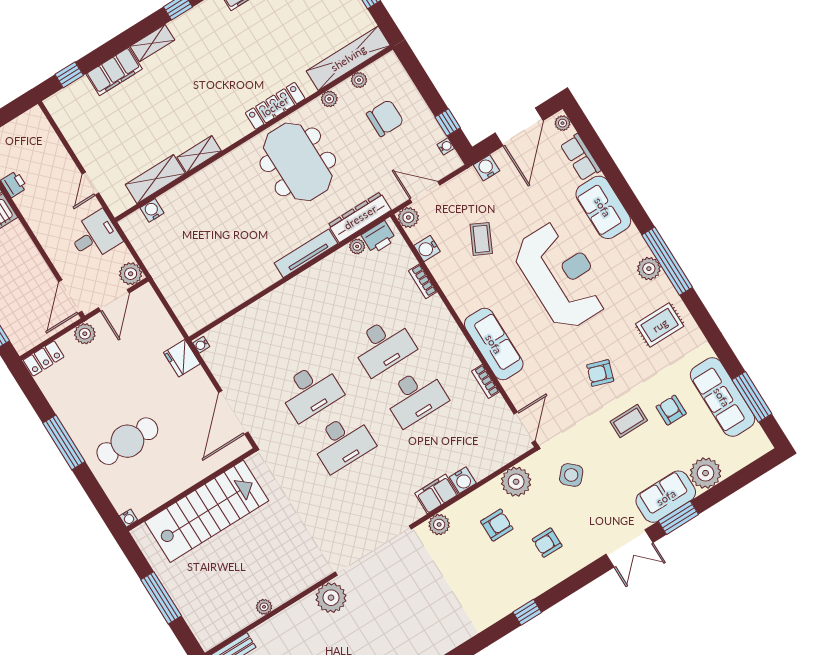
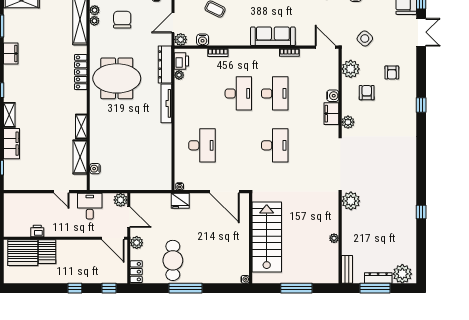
plant: (329, 99) -> (95, 10), moved
desk: (310, 391) -> (202, 145), moved
cafe table: (127, 441) -> (173, 260), moved

